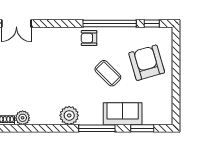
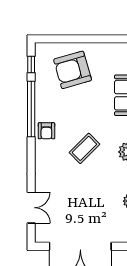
coffee table: (108, 73) -> (84, 148), moved

